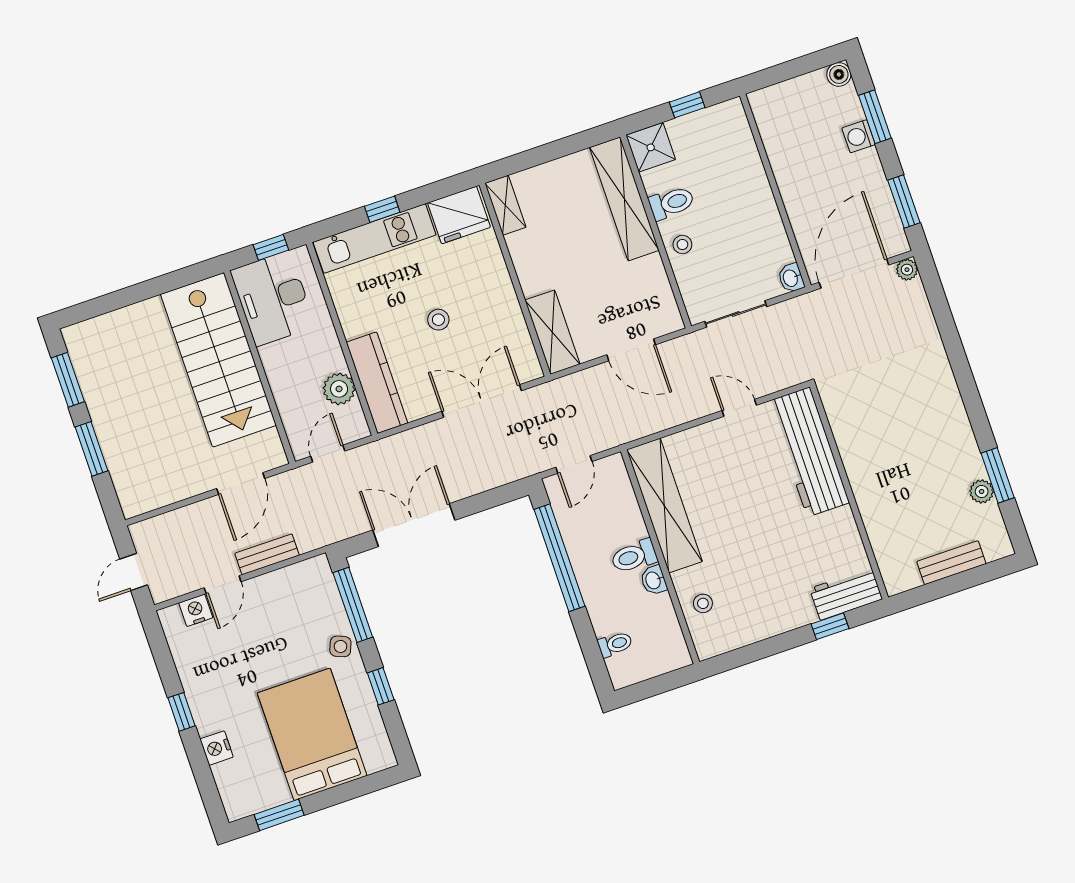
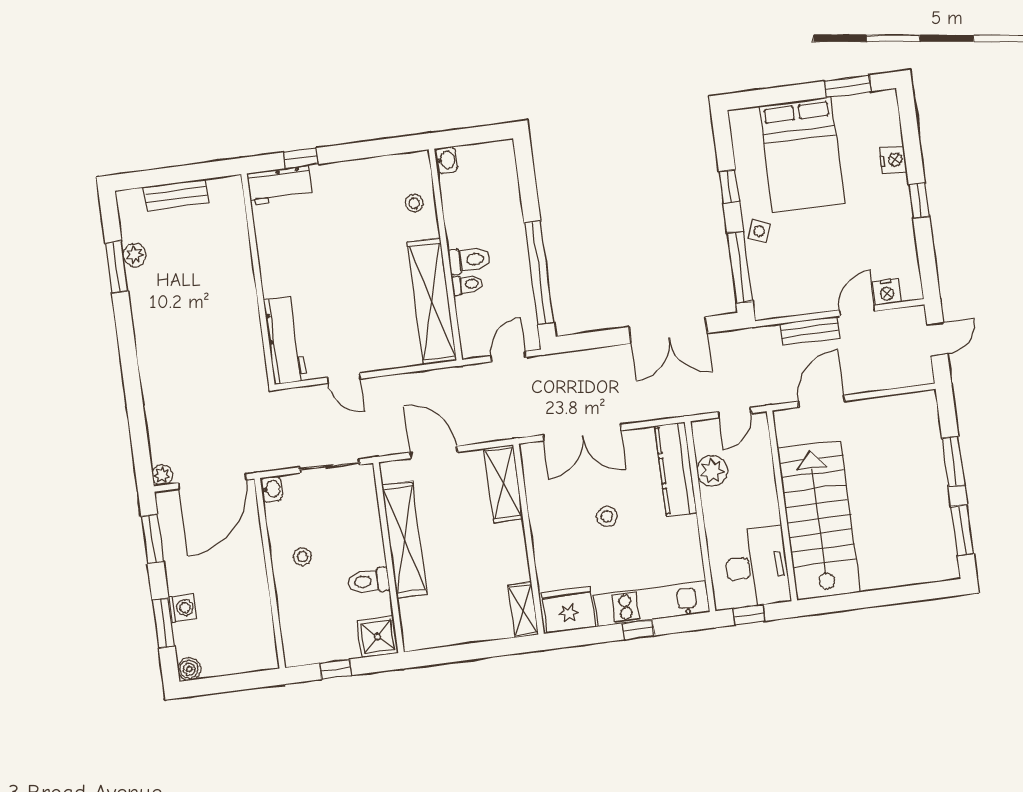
shelving: (624, 199) -> (405, 540), moved
stool: (682, 245) -> (302, 557), moved
workbench: (809, 452) -> (285, 340), width x0.73, depth x0.76
washbasin: (654, 580) -> (446, 160), moved
toilet: (615, 644) -> (467, 284), moved, turned 180

